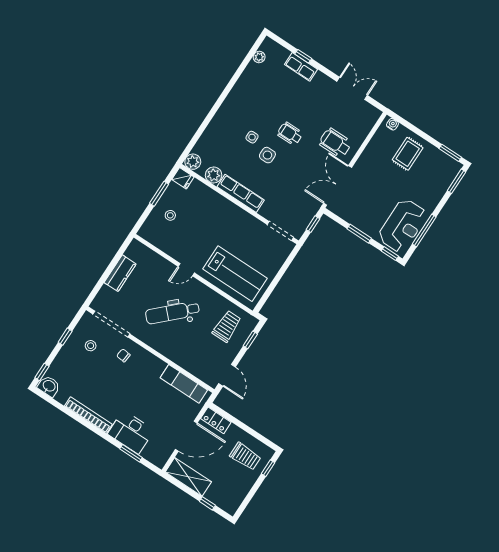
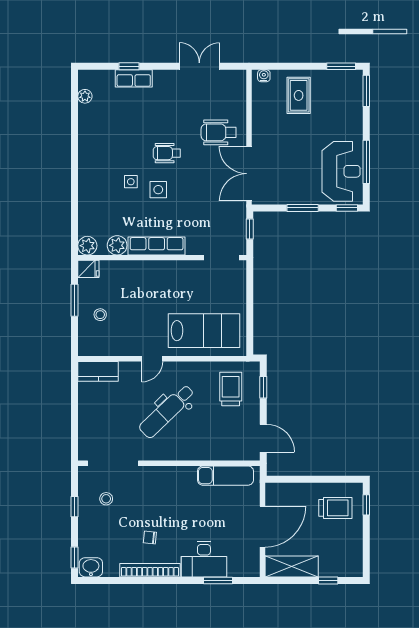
kitchen counter: (120, 273) -> (98, 371), moved, turned 90
chair: (123, 355) -> (150, 537), moved
locker: (216, 420) -> (282, 491), removed

